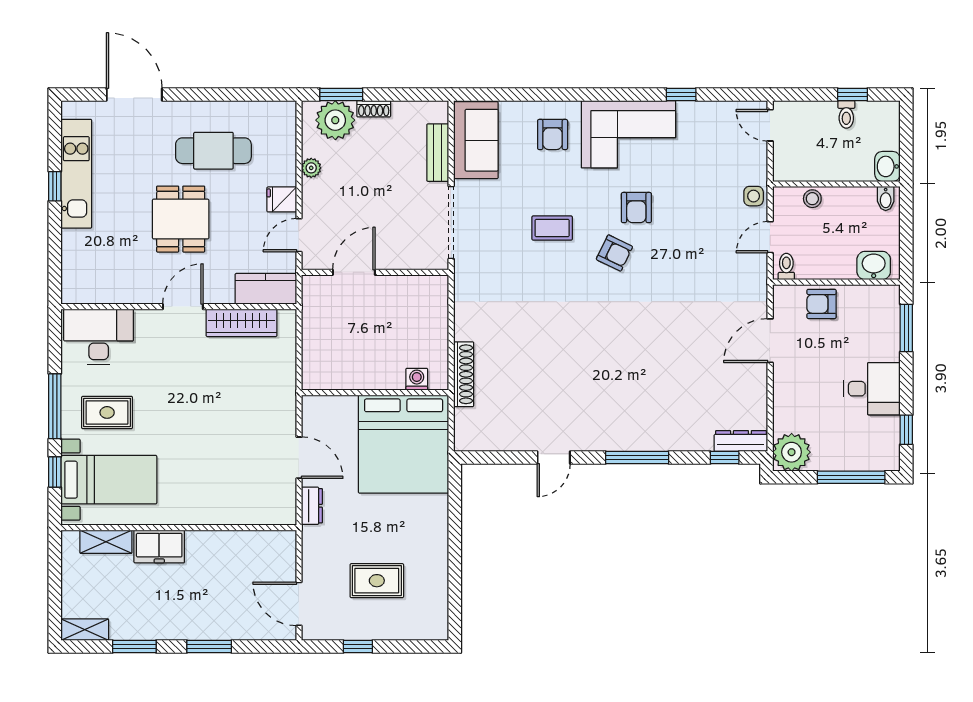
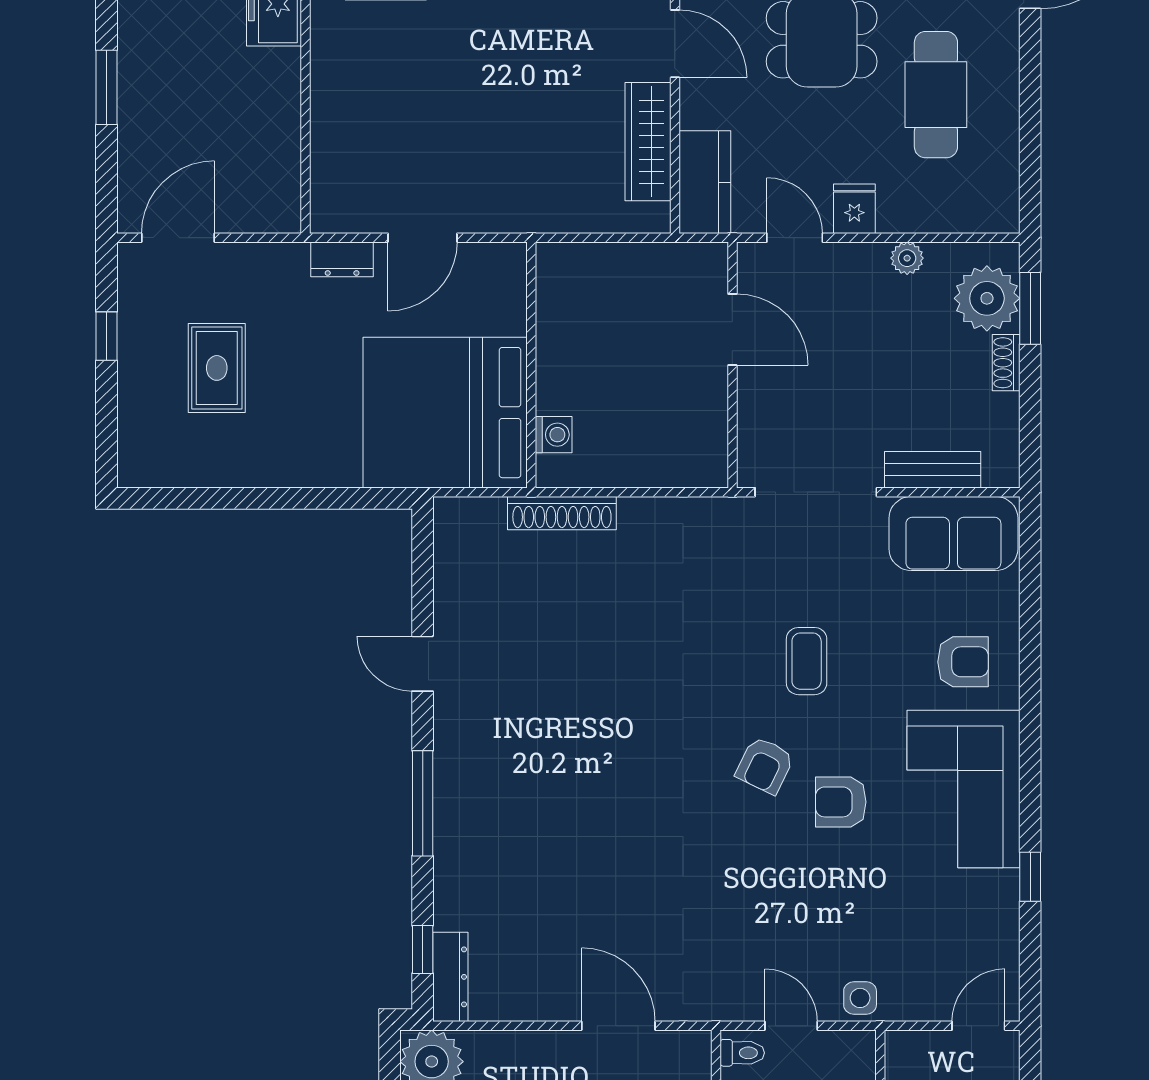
armchair: (553, 135) -> (963, 662), turned 180

